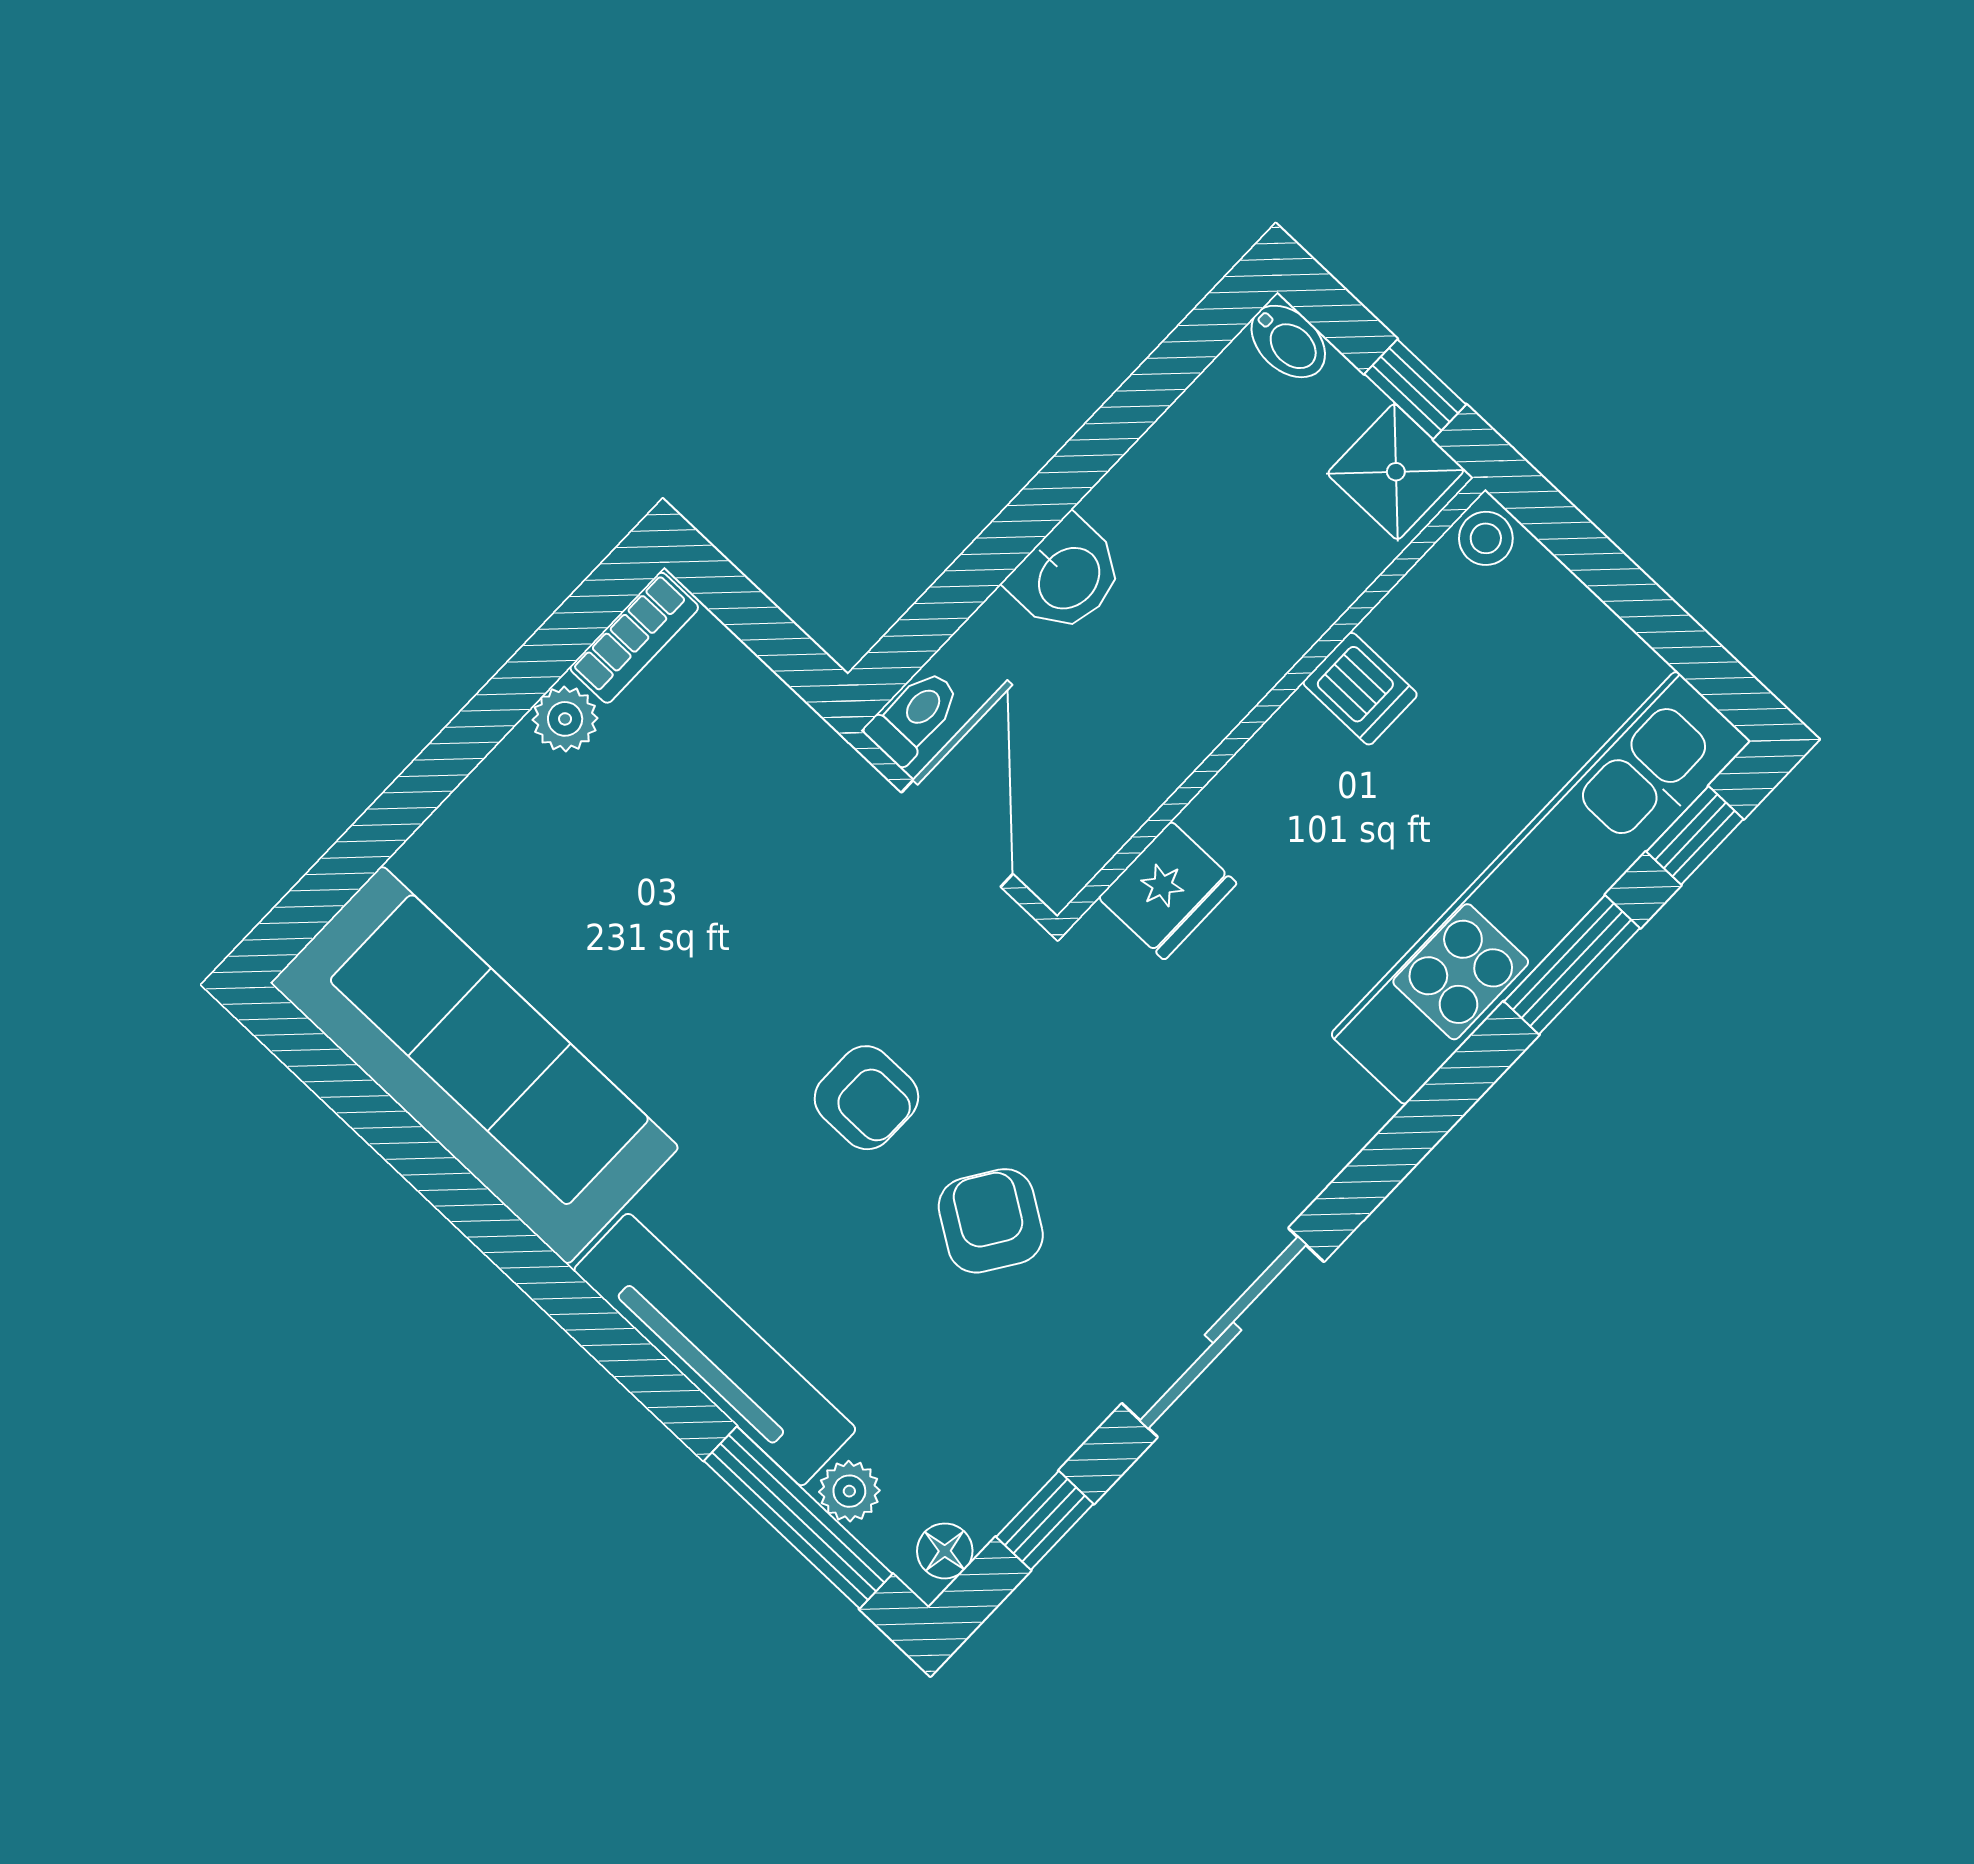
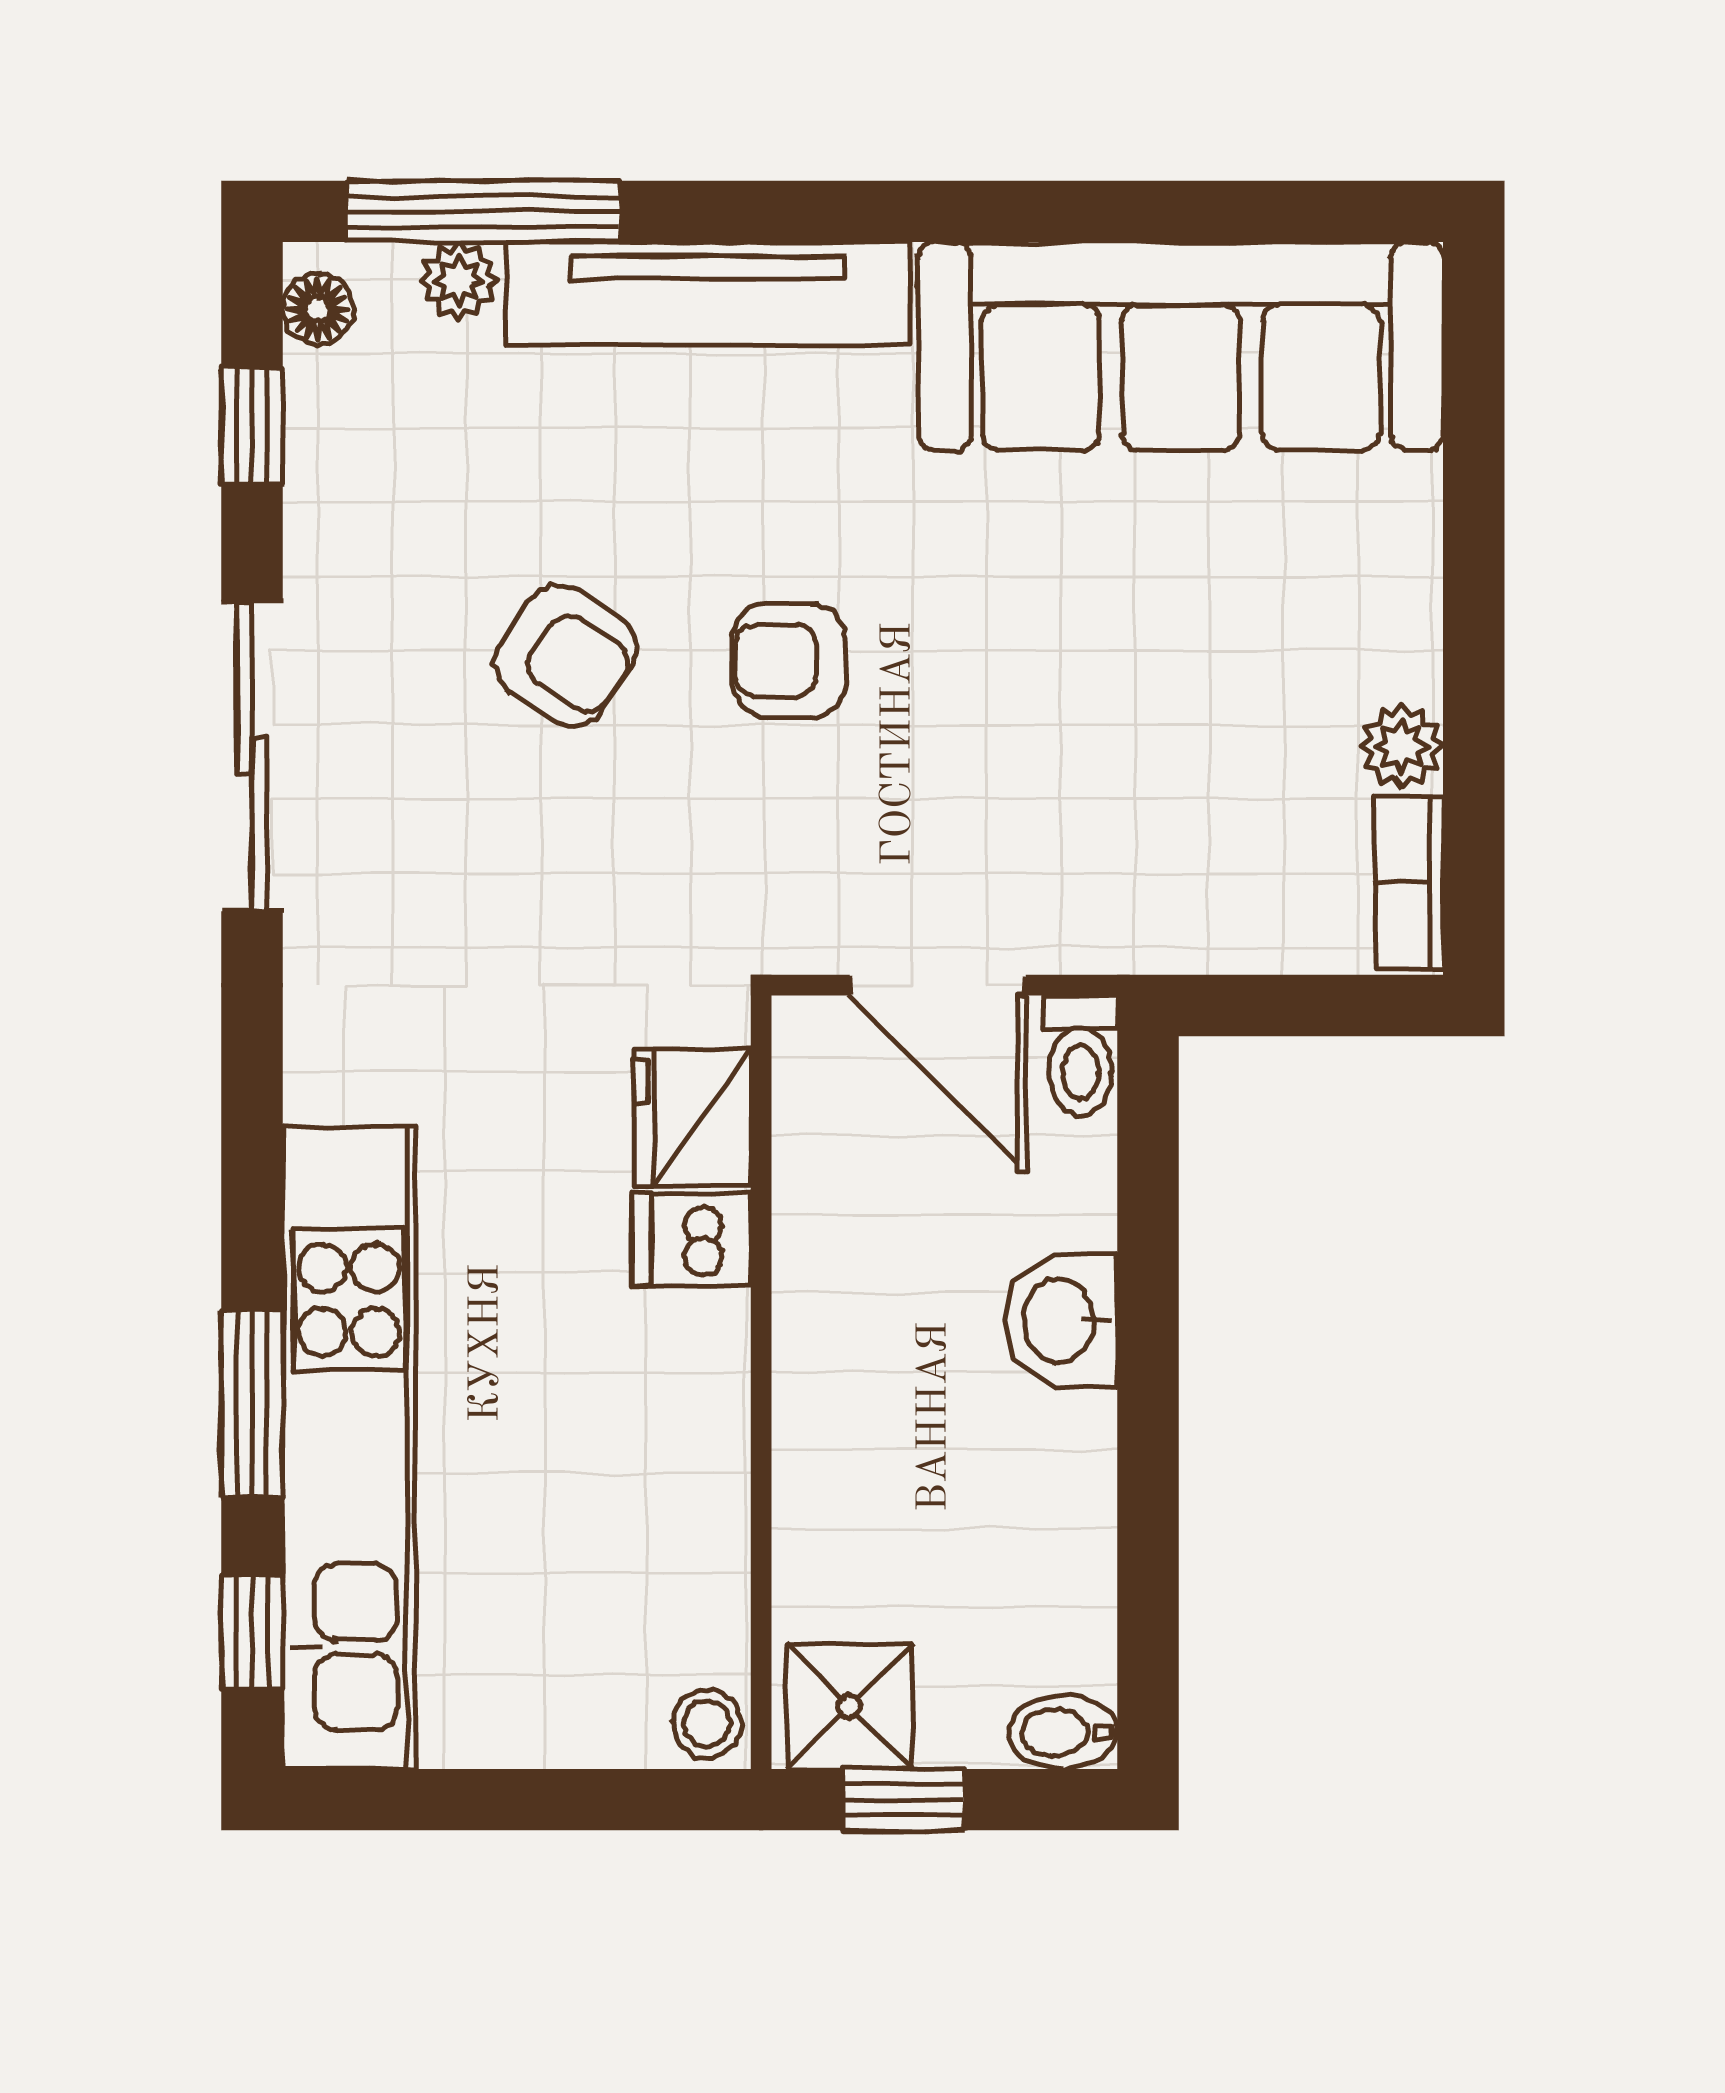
dishwasher: (1360, 689) -> (691, 1240), moved

